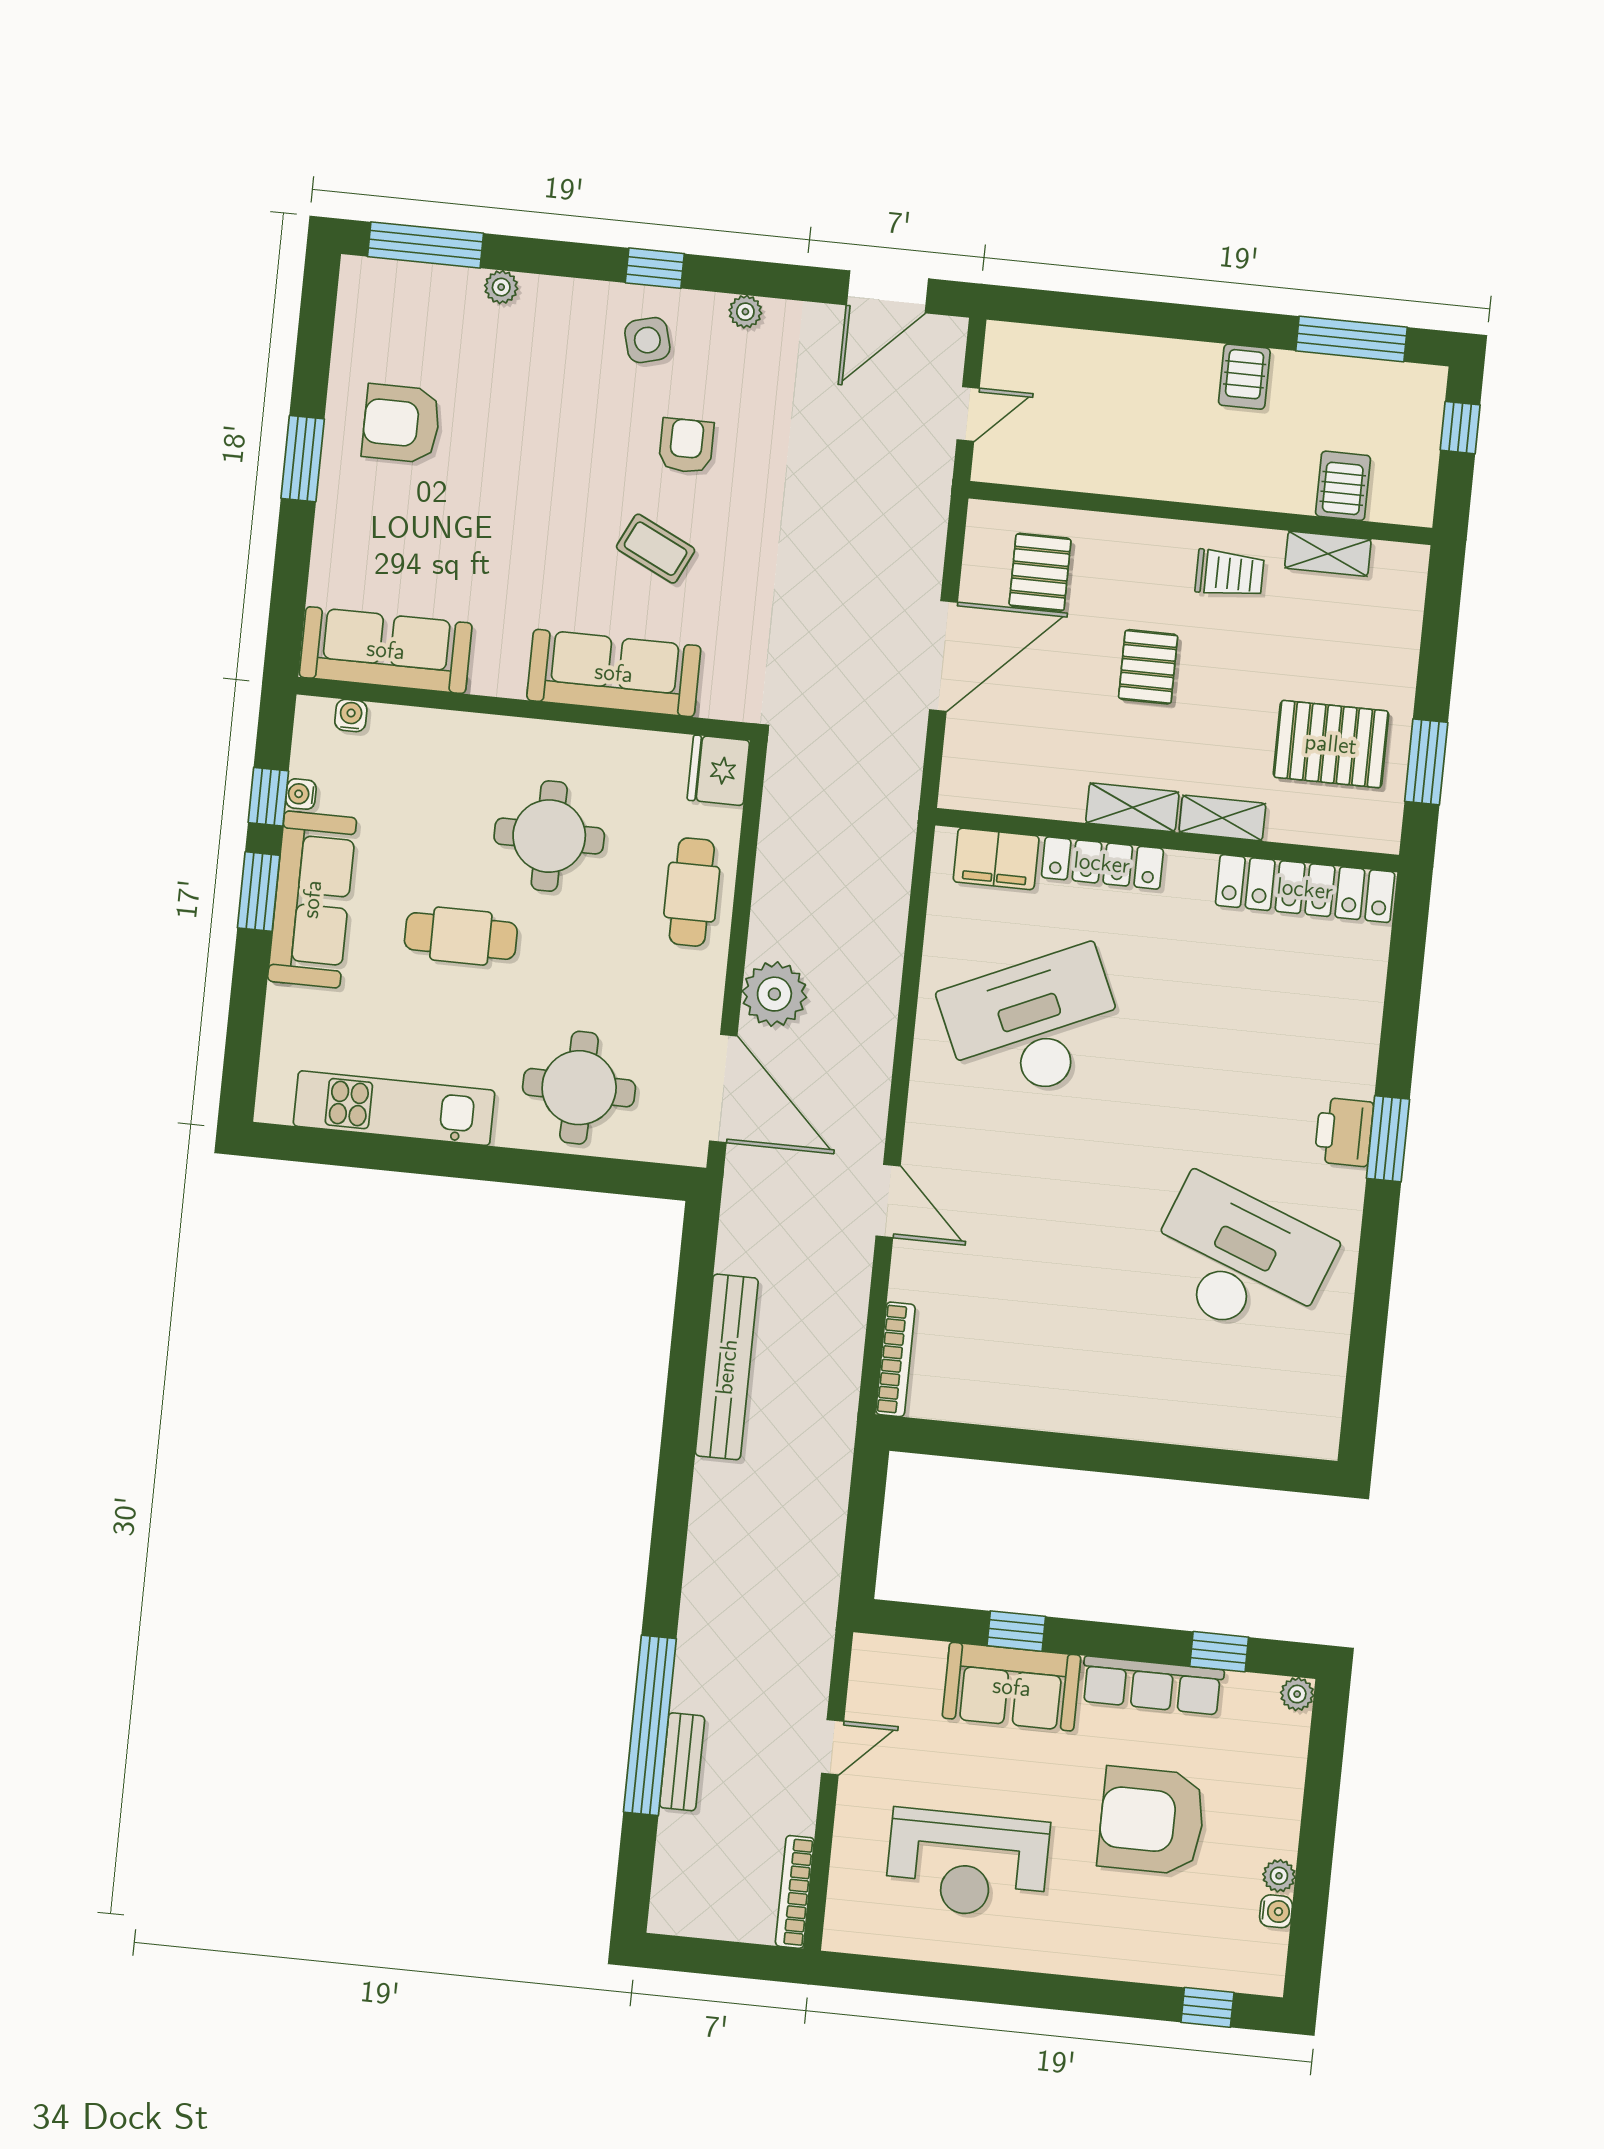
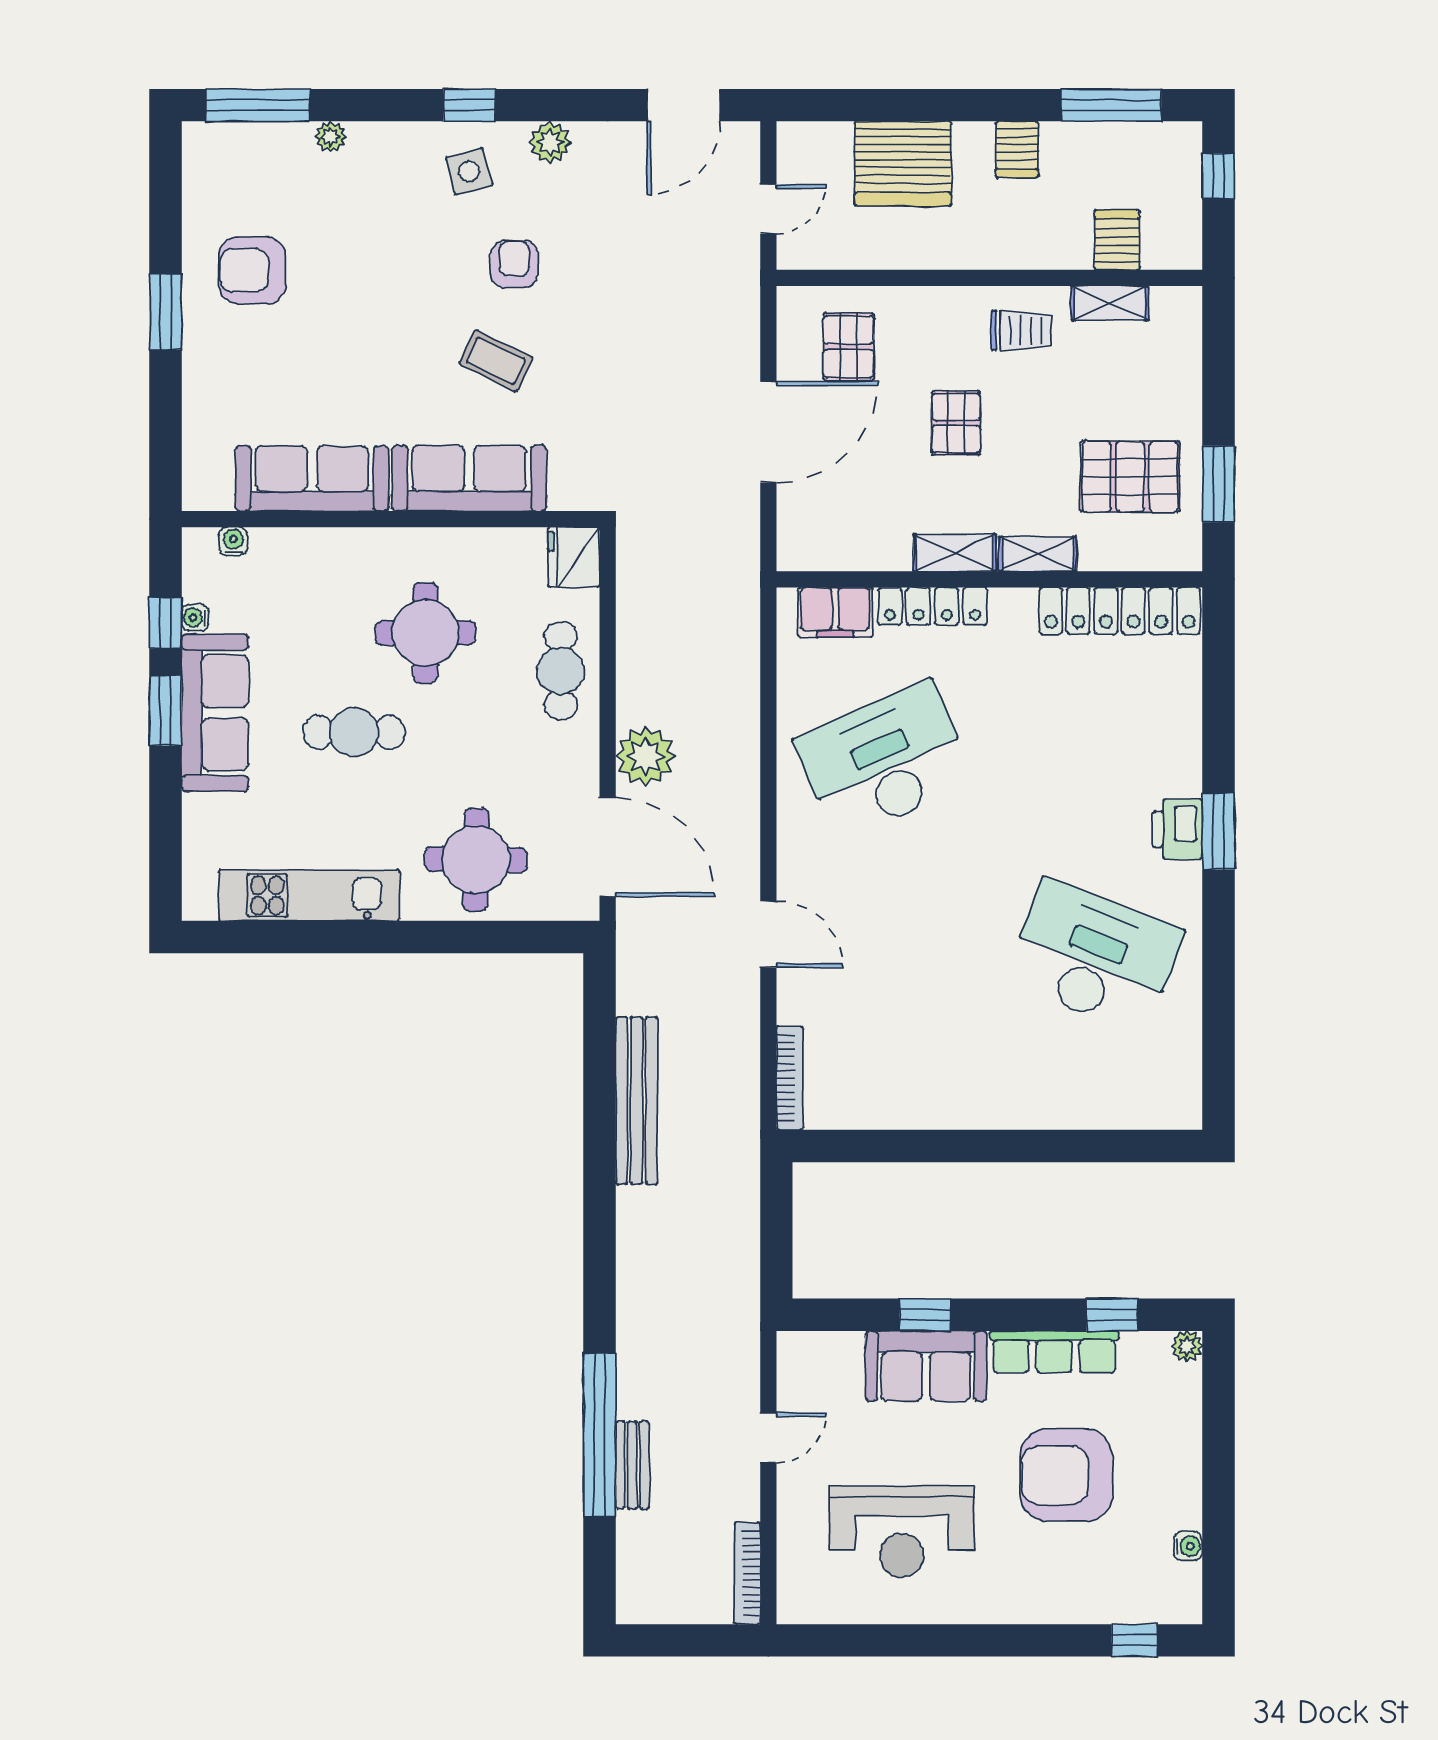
plant: (745, 312) -> (550, 142), width x1.38, depth x1.38
server rack: (1119, 379) -> (903, 164), added
sofa: (386, 650) -> (312, 478), moved
plant: (1279, 1876) -> (1187, 1514), removed

